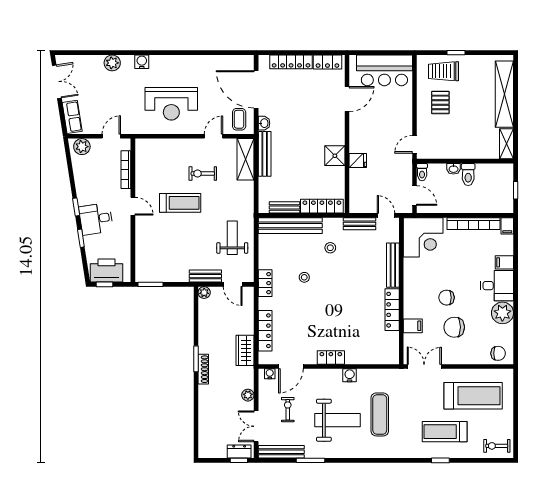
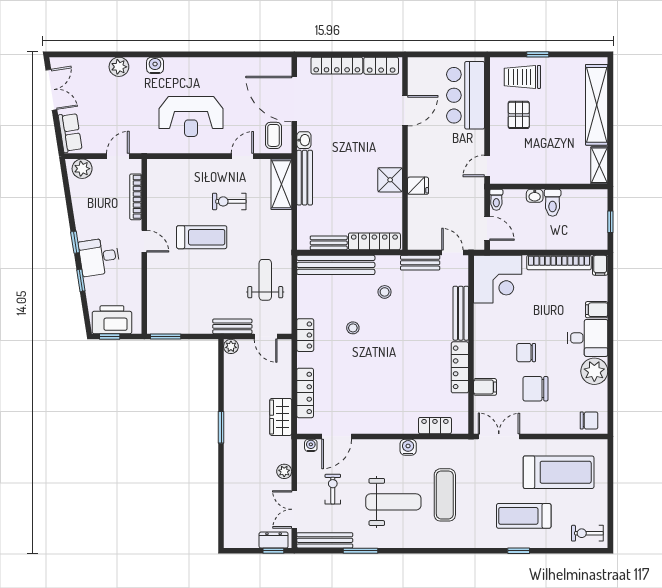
bar counter: (384, 70) -> (466, 95), moved, turned 90
locker: (331, 357) -> (435, 426), moved
shoe rack: (203, 369) -> (230, 440), removed

